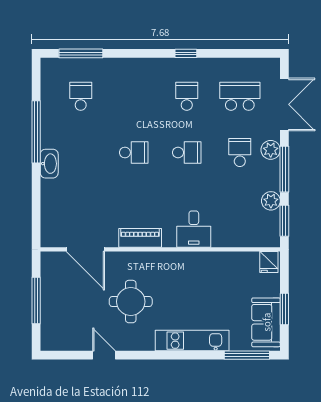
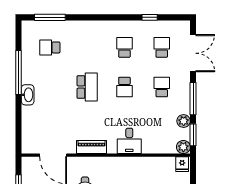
window: (186, 53) -> (150, 17), moved
school desk: (81, 96) -> (50, 47), turned -90
school desk: (240, 96) -> (162, 47), width x0.54
plant: (271, 150) -> (183, 147), moved
school desk: (134, 152) -> (87, 87), width x1.85
school desk: (187, 152) -> (124, 87), turned 90

